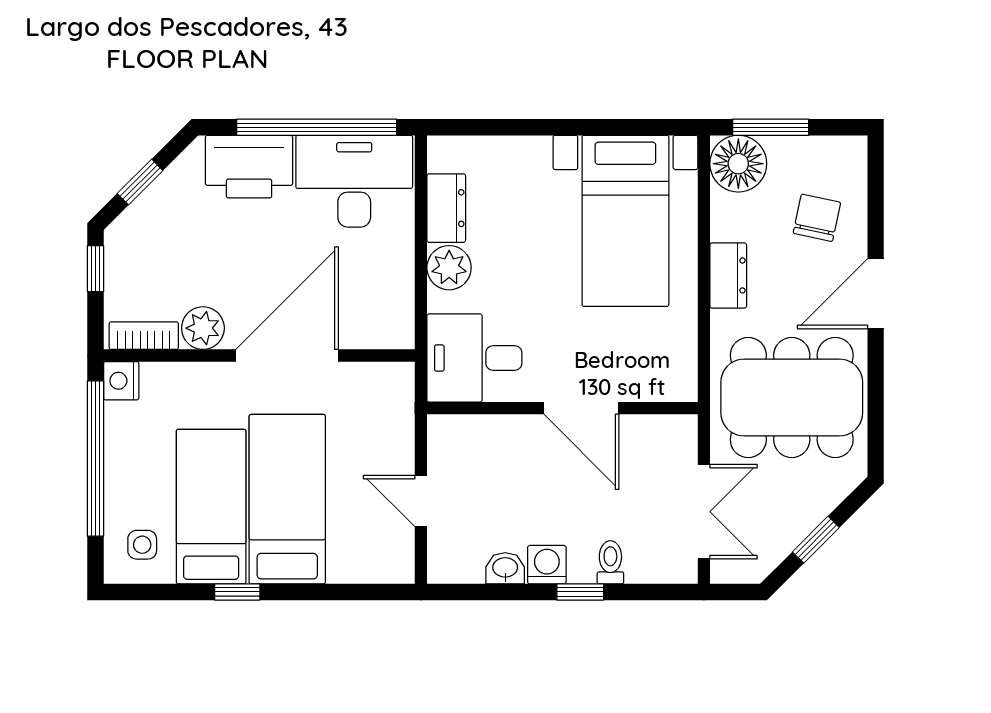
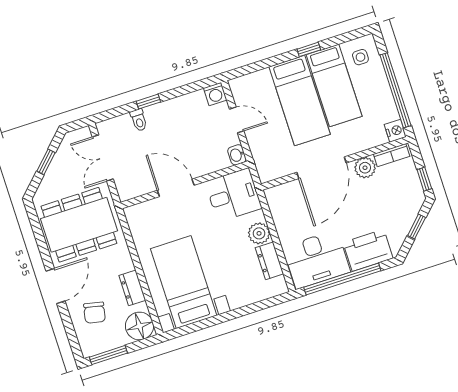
window: (771, 127) -> (108, 355), moved
dresser: (728, 275) -> (132, 288), moved
washing machine: (547, 565) -> (215, 94), moved
washbasin: (505, 568) -> (237, 155), moved, turned 90

